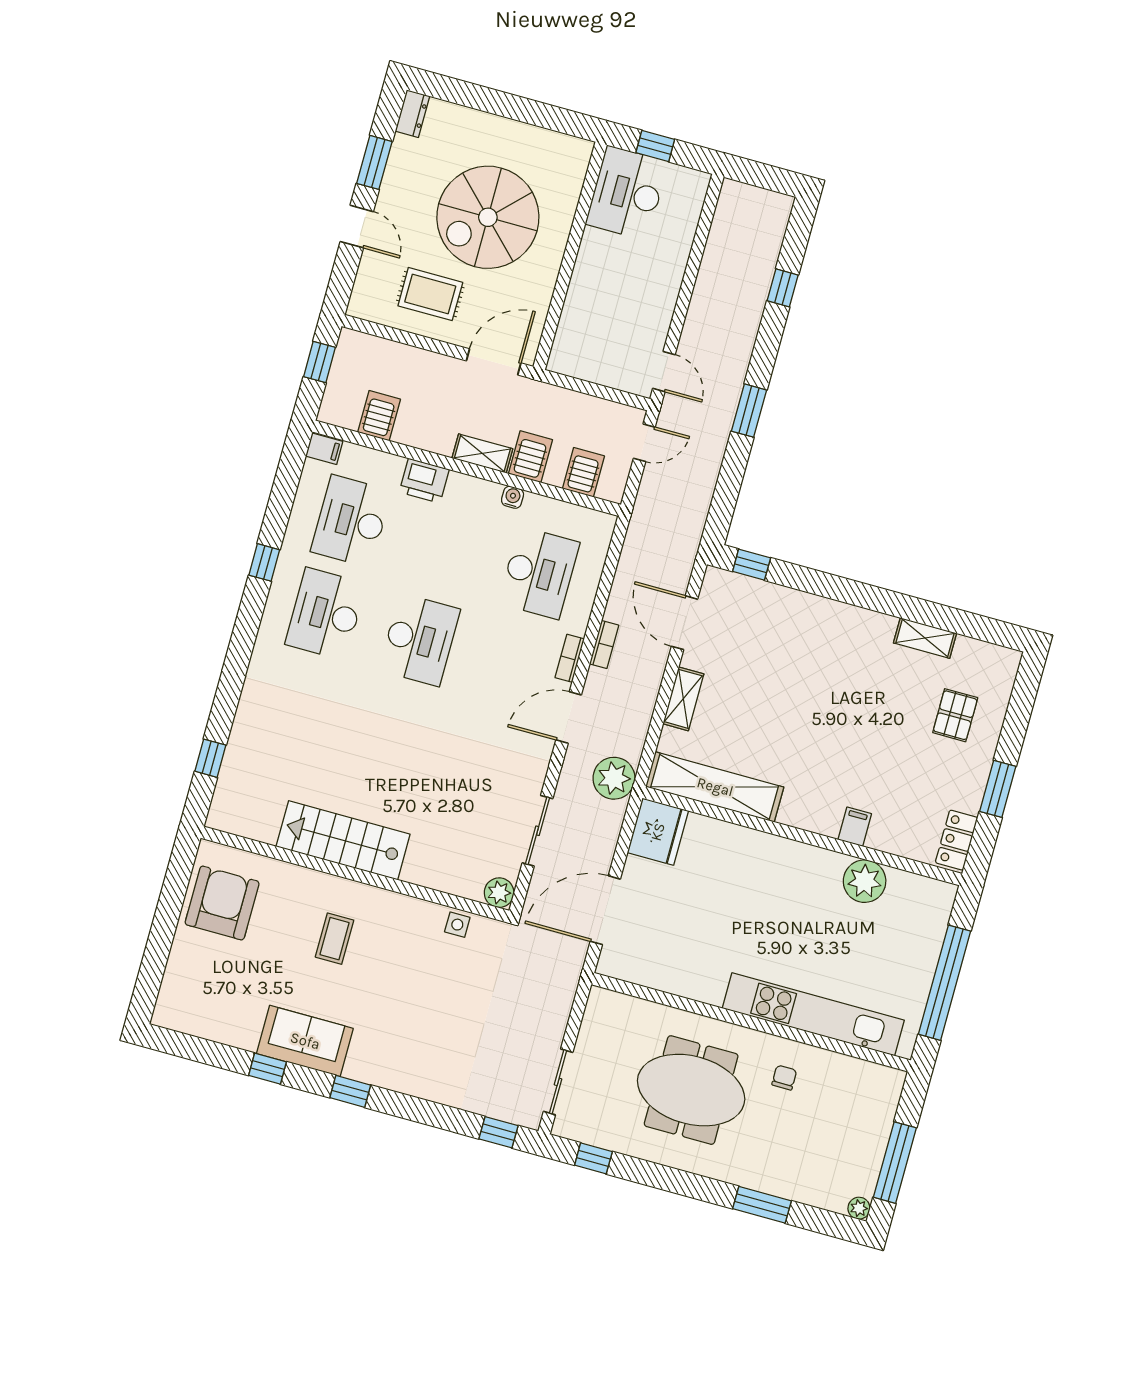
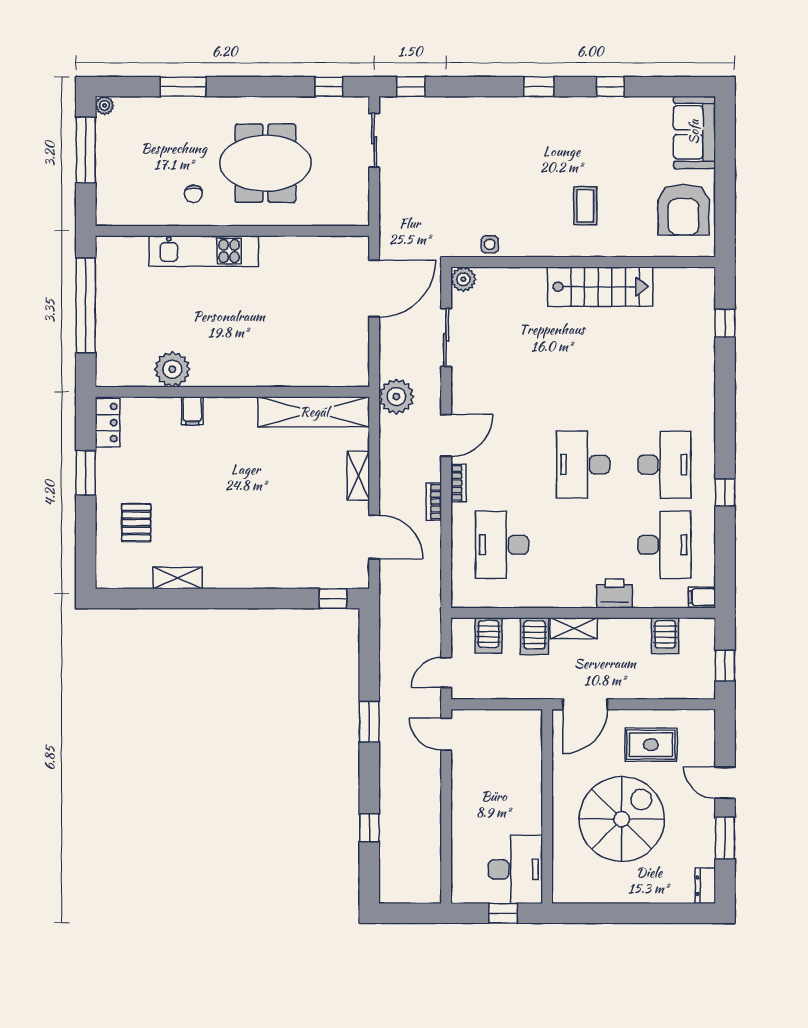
water cooler: (513, 497) -> (540, 600), removed
fridge: (658, 832) -> (349, 363), removed
kitchen unit: (813, 1014) -> (204, 251), width x0.73
sofa: (305, 1041) -> (694, 132), moved, turned 90

